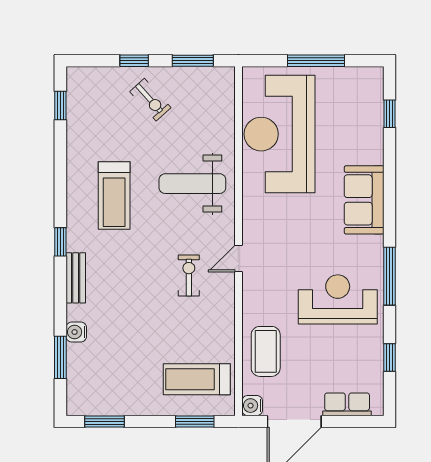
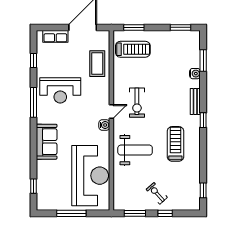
exercise bike: (189, 276) -> (137, 103), width x1.38, depth x1.39
water cooler: (252, 406) -> (104, 125), moved

